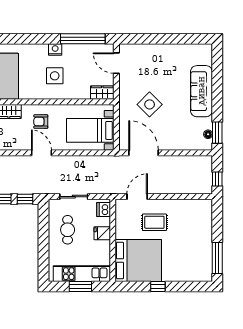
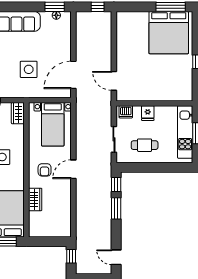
side table: (150, 104) -> (29, 69), turned 45
rug: (154, 222) -> (138, 65), removed
bed: (138, 261) -> (169, 33), moved, turned 180

